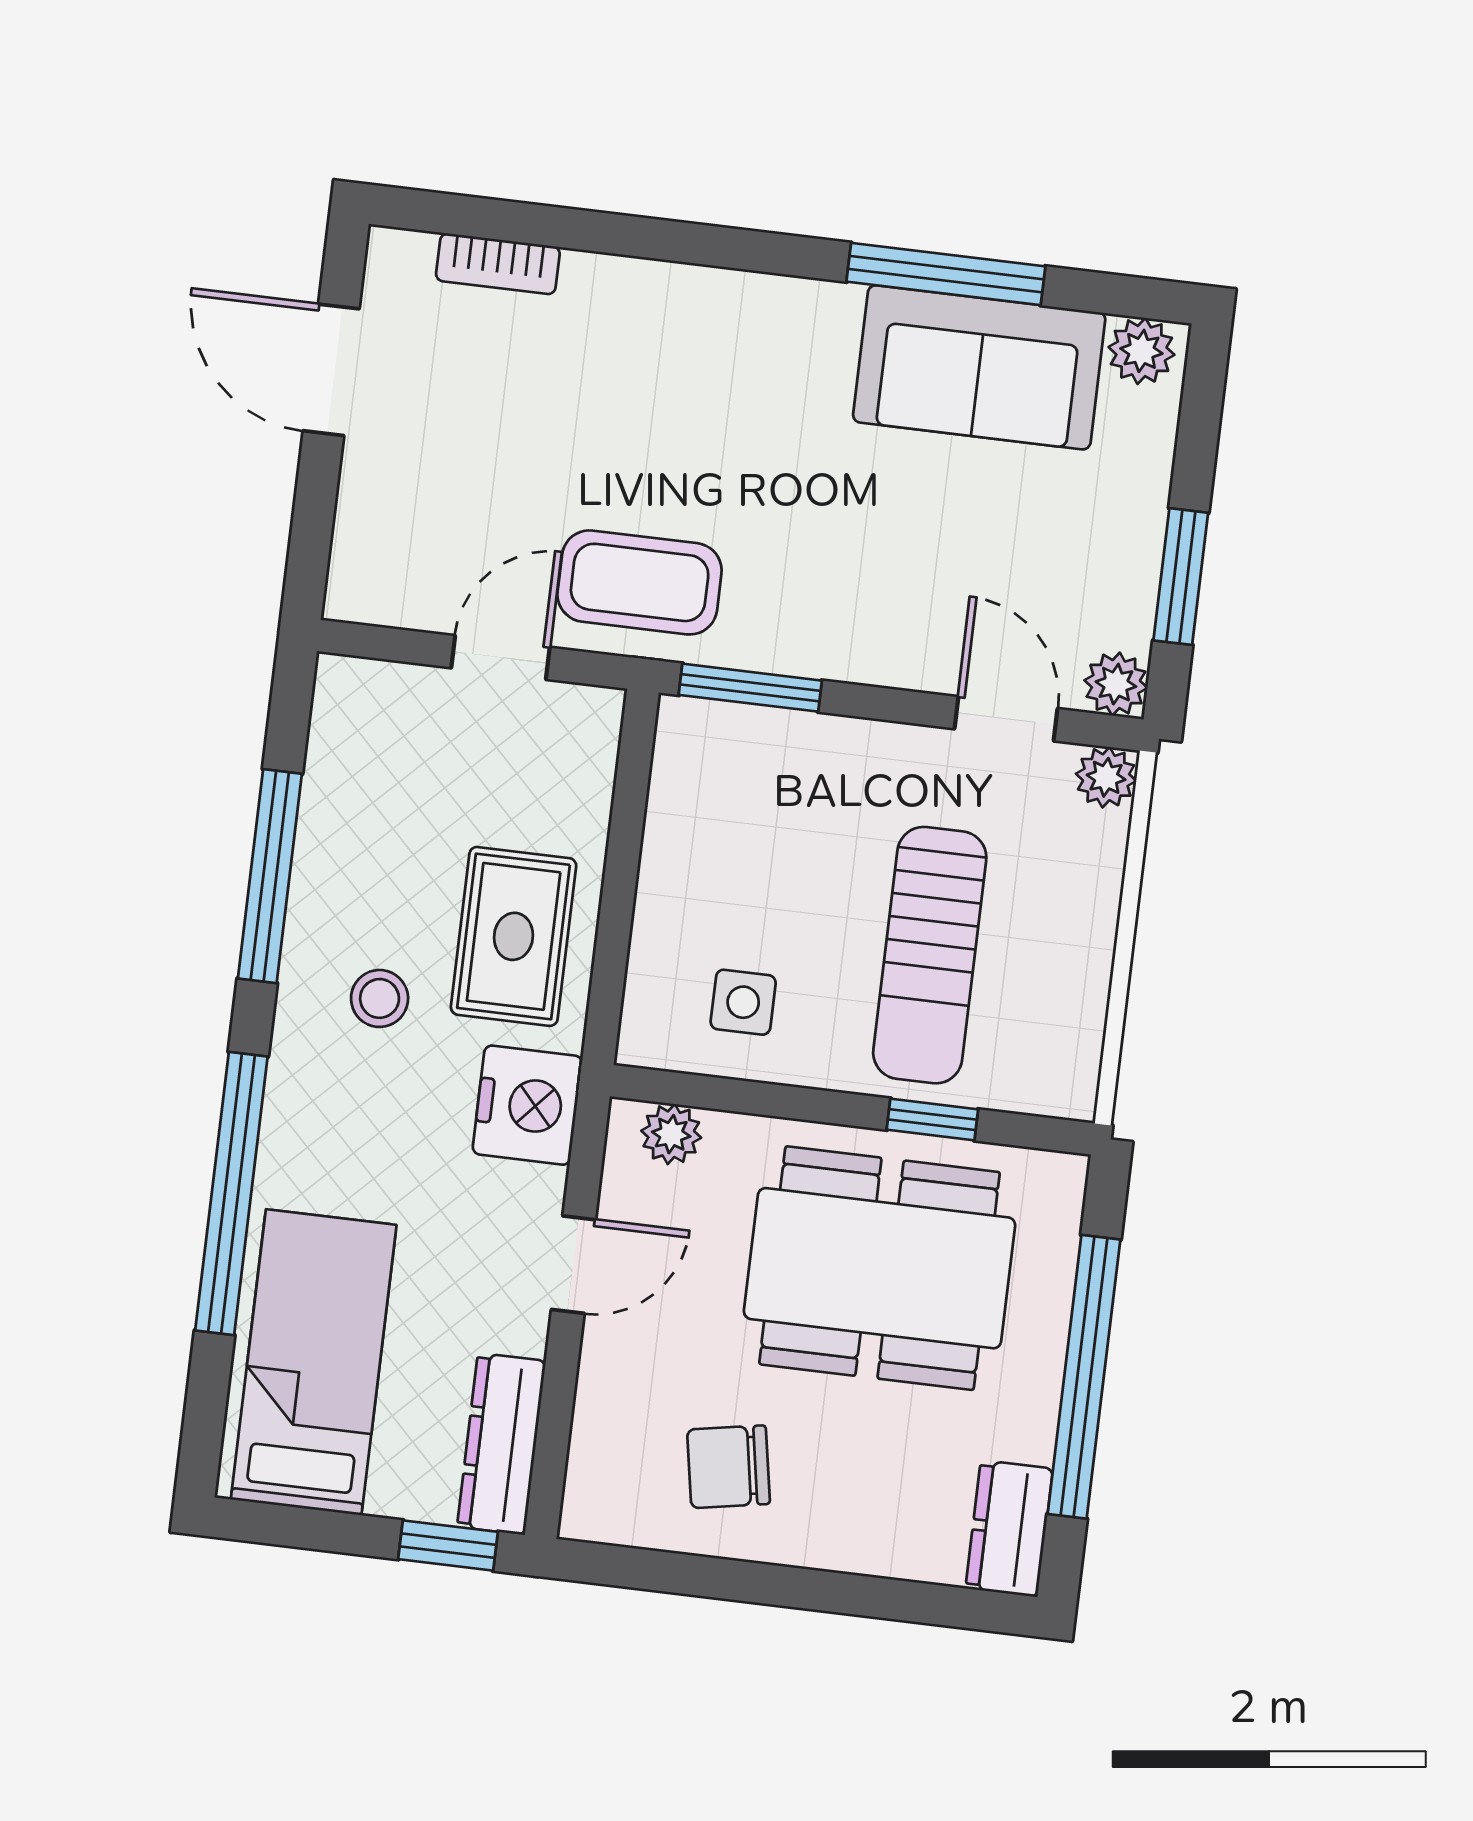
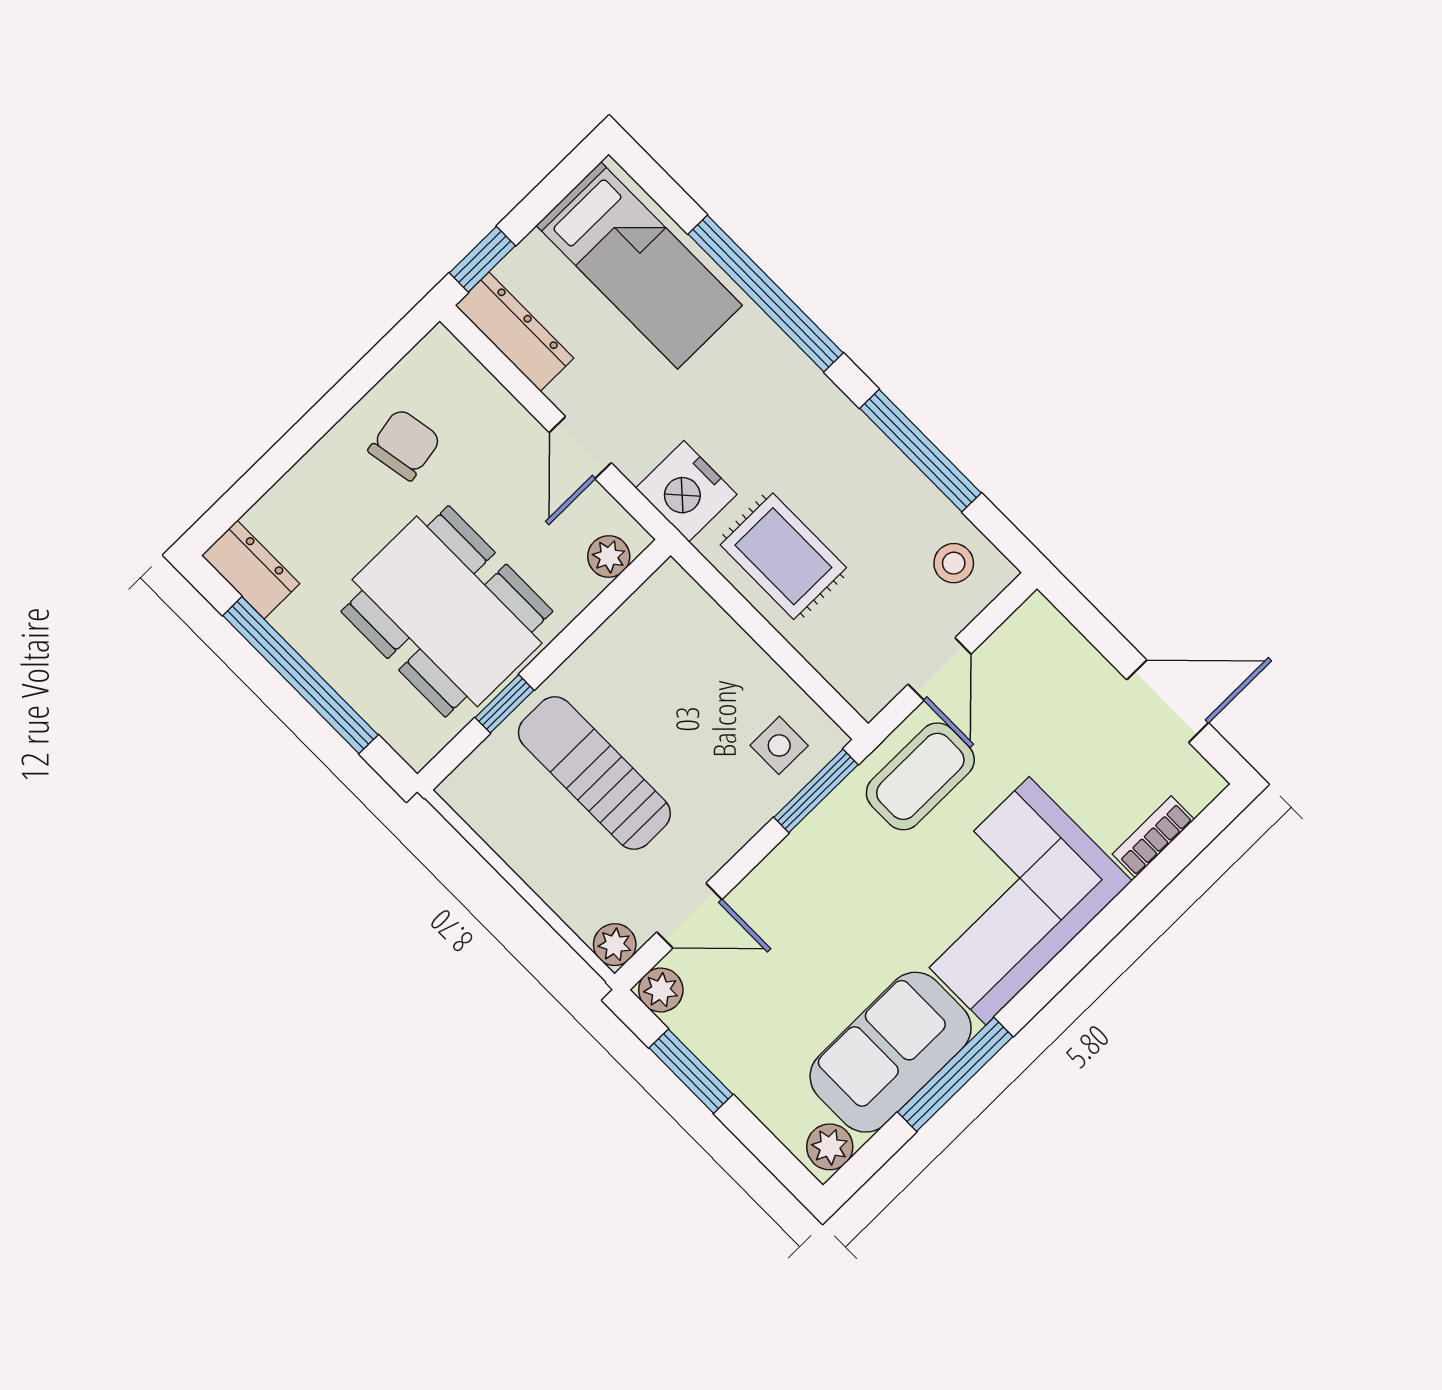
corner sofa: (702, 371) -> (1008, 901), added
stool: (380, 998) -> (954, 563), moved
side table: (743, 1002) -> (779, 745), moved
dining table: (879, 1268) -> (447, 611), turned 90

